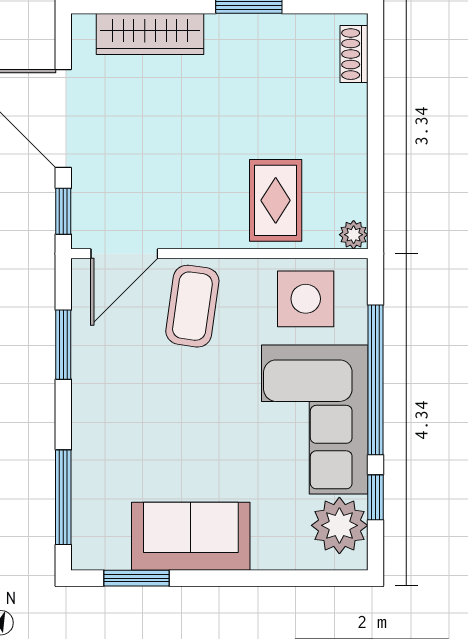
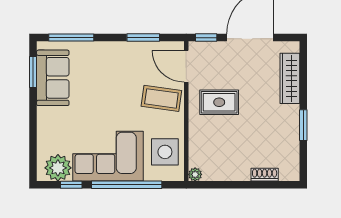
shoe rack: (354, 54) -> (265, 175), moved
rug: (276, 200) -> (219, 102), moved
sofa: (191, 536) -> (53, 78), moved

